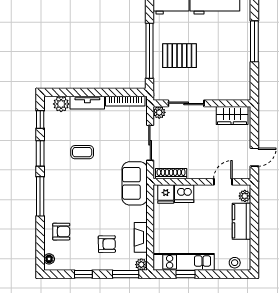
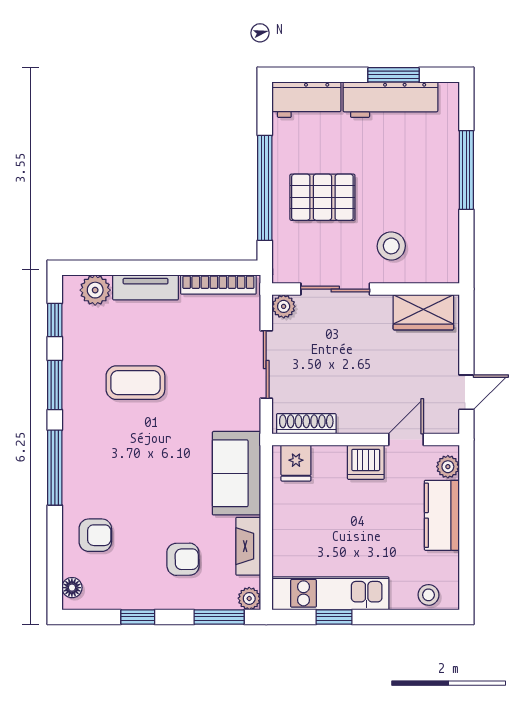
stool: (215, 81) -> (391, 246), added
coffee table: (82, 152) -> (135, 383), width x1.36, depth x1.30
sofa: (135, 183) -> (236, 473), moved
dishwasher: (184, 194) -> (366, 462), moved

